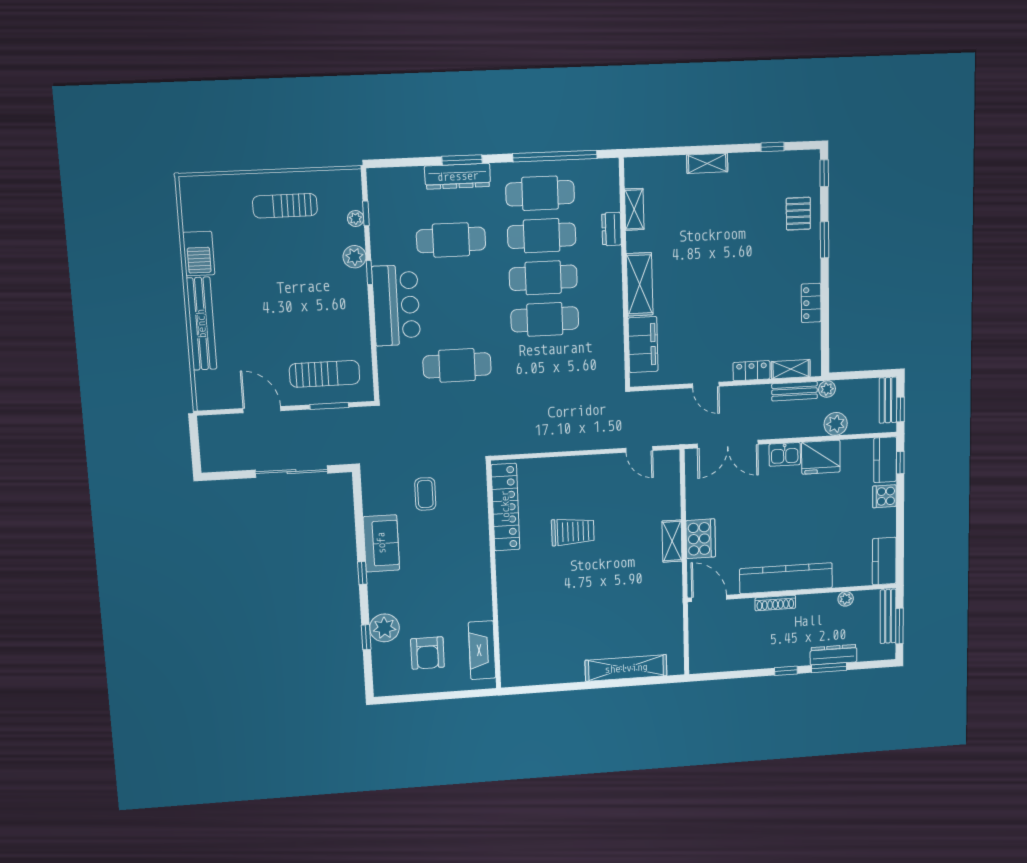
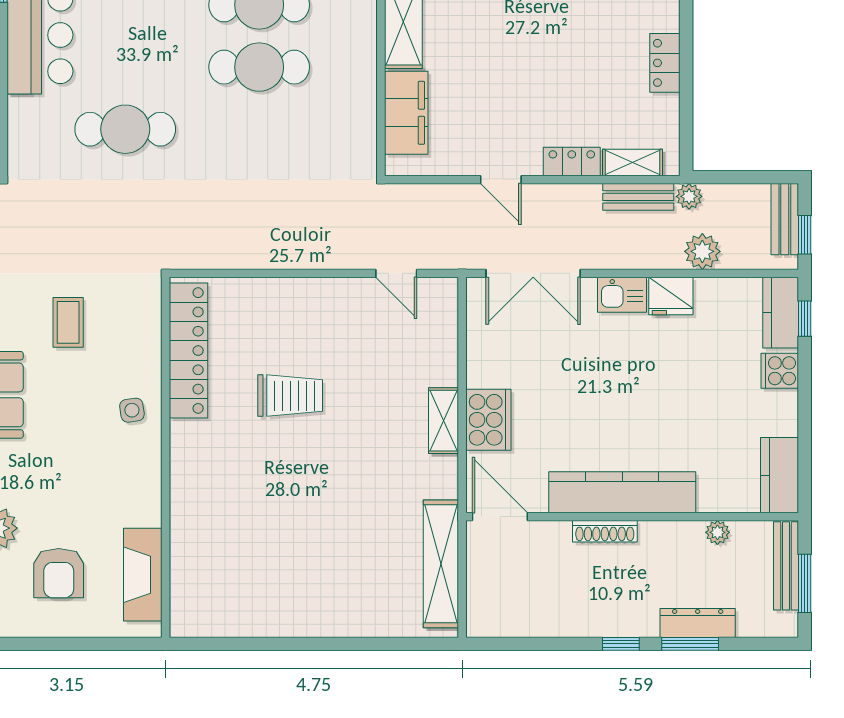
fridge: (821, 457) -> (671, 296), width x0.73, depth x0.75
side table: (470, 547) -> (132, 410), added
shelving: (626, 668) -> (441, 564), moved, turned 90

